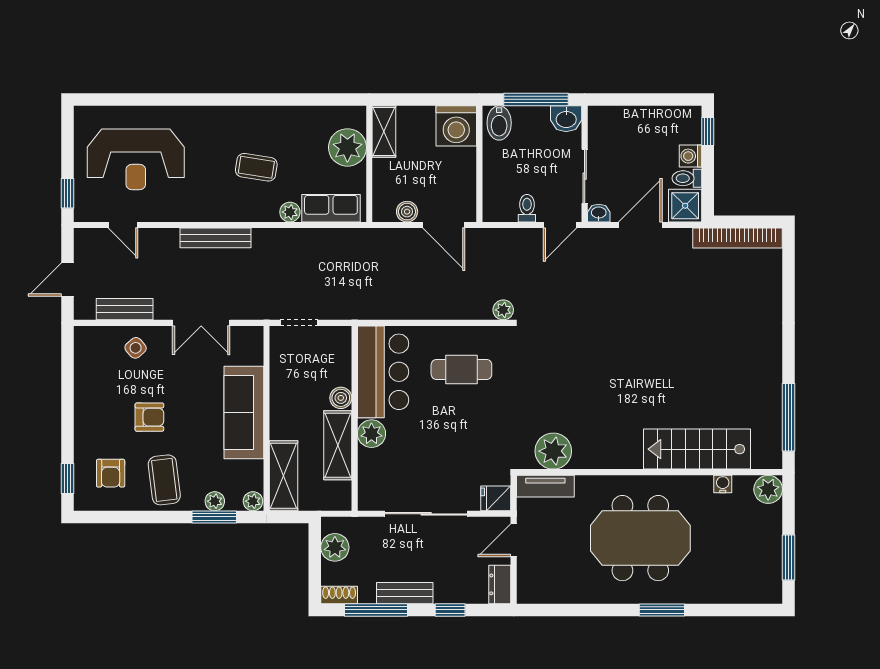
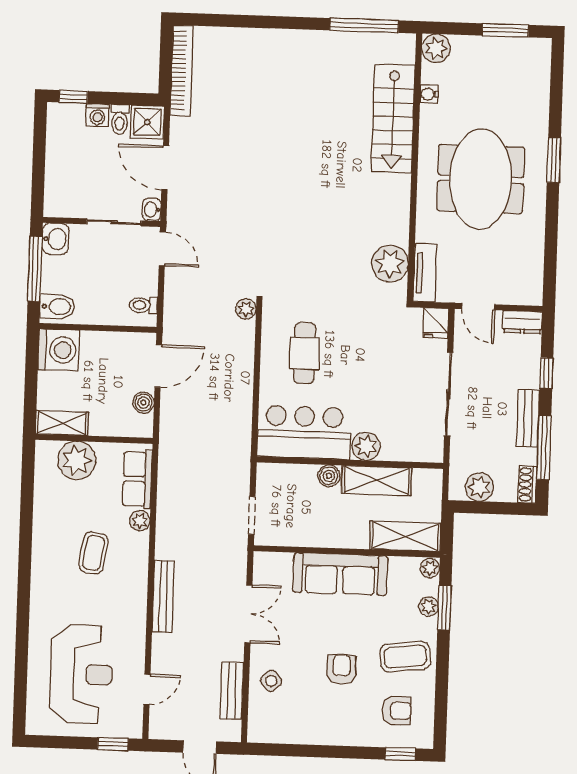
toilet: (527, 208) -> (143, 305), moved

